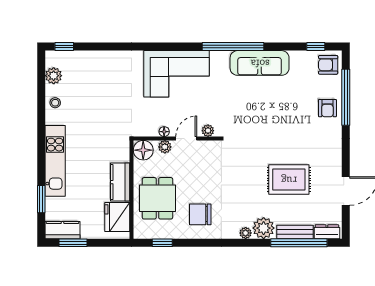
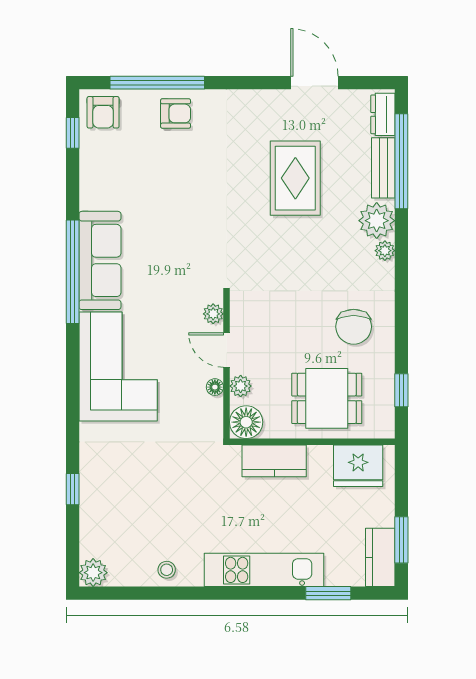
window: (64, 47) -> (73, 489), moved
sofa: (260, 63) -> (100, 260), moved
plant: (54, 76) -> (93, 573), moved
kitchen counter: (120, 182) -> (274, 461), moved

